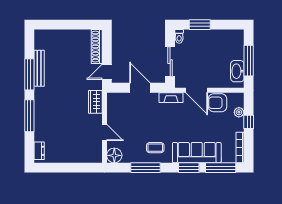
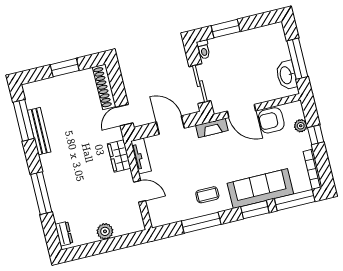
window: (70, 25) -> (65, 68), added
window: (29, 74) -> (24, 120), moved
tv unit: (112, 106) -> (141, 156), added
floor lamp: (114, 155) -> (159, 217), removed
plant: (71, 157) -> (105, 231), added

